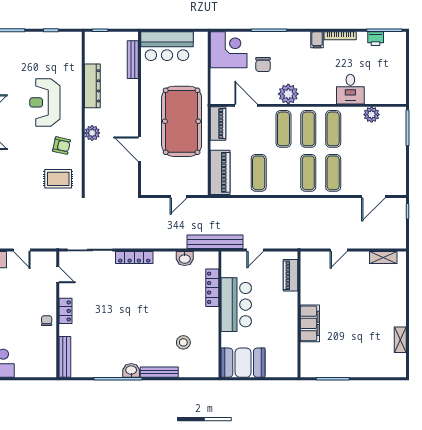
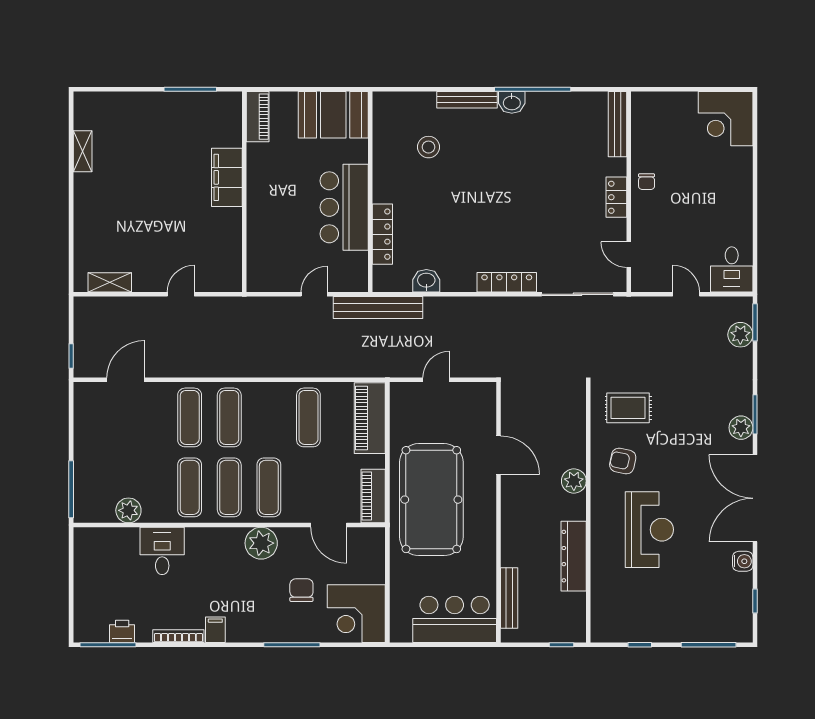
piano: (290, 275) -> (258, 117), moved

